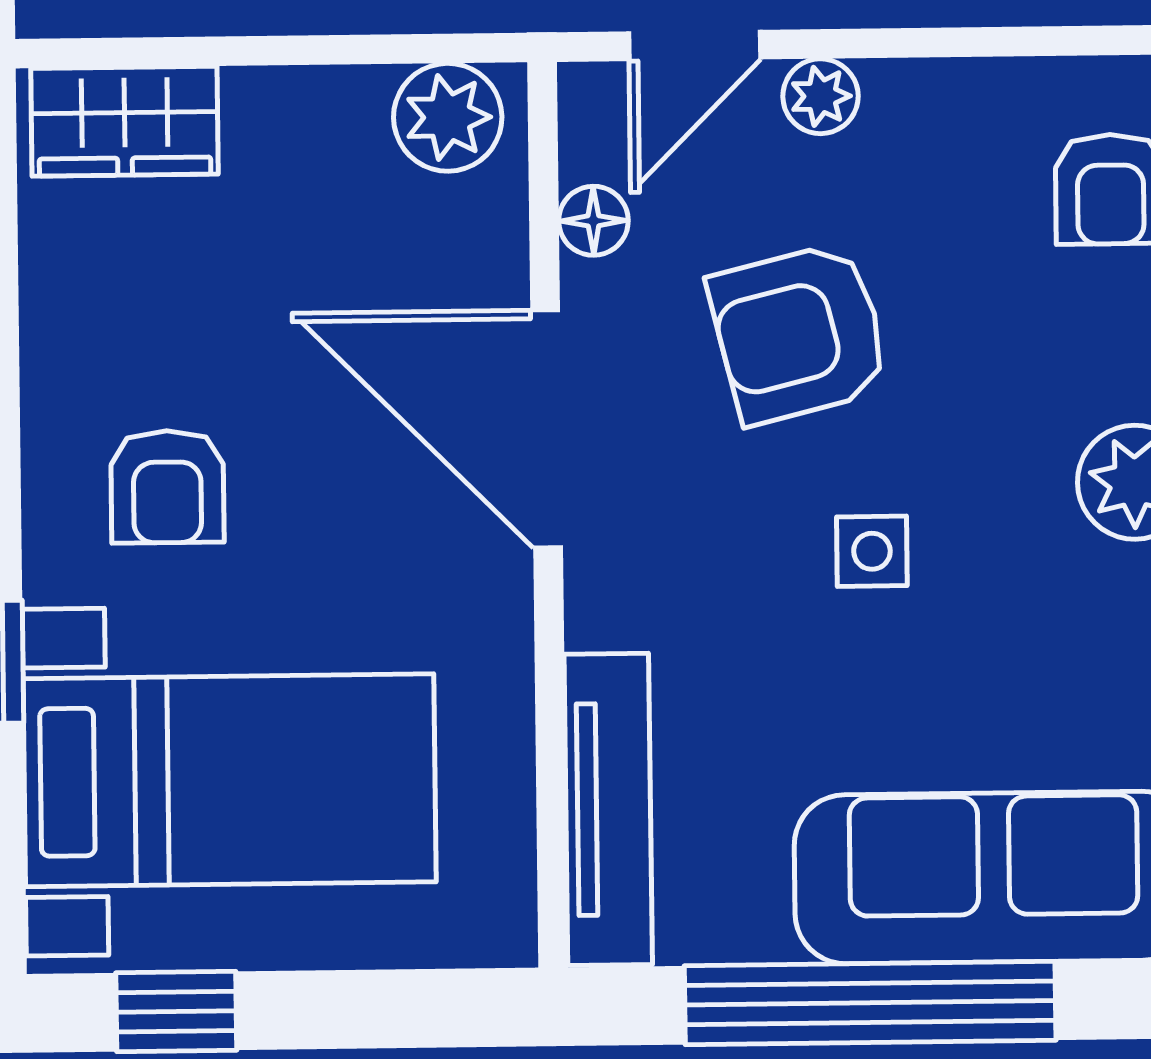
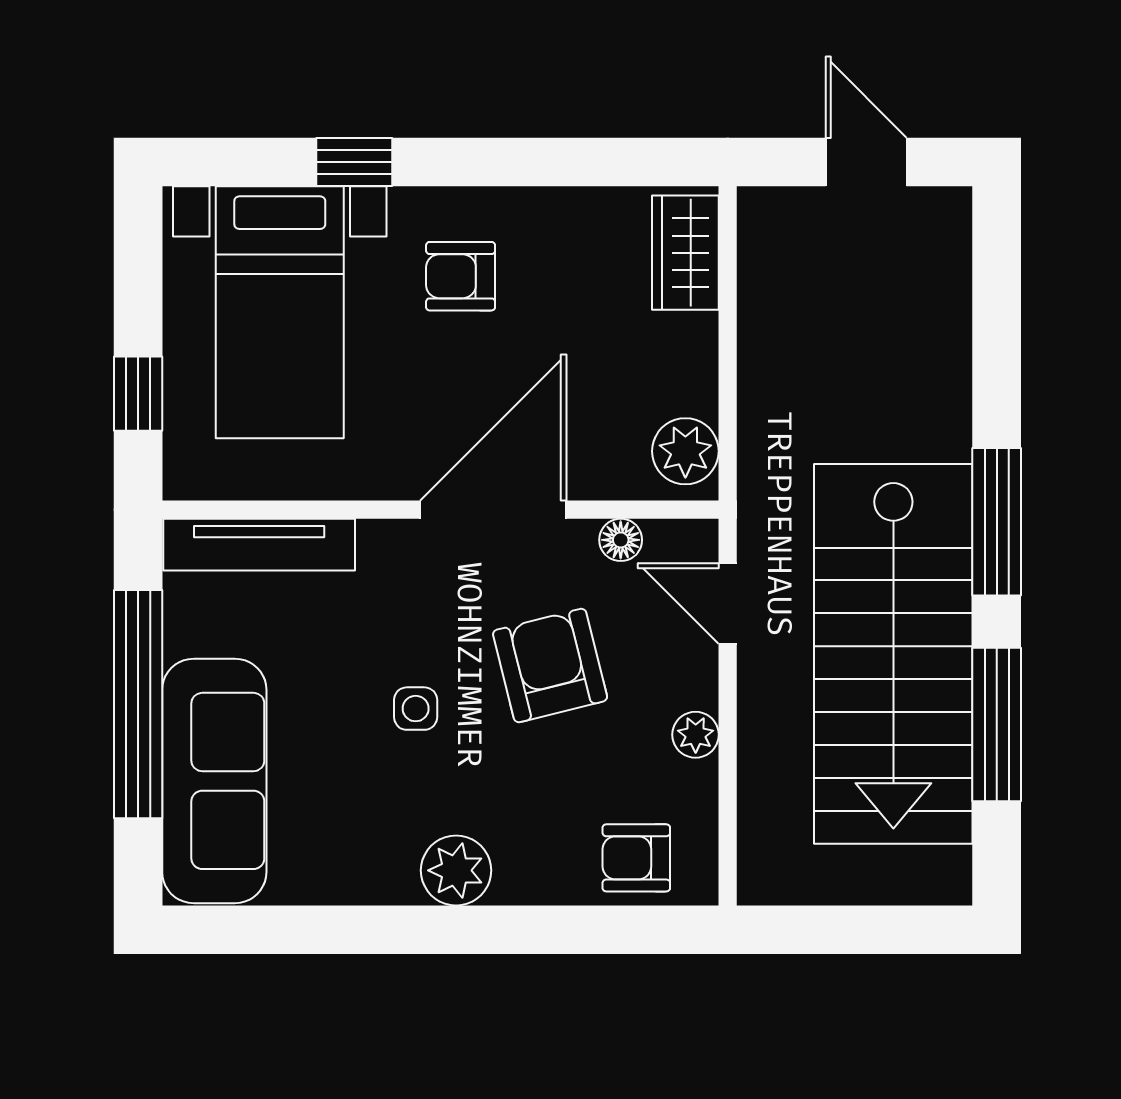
plant: (821, 96) -> (696, 735), moved
window: (176, 1011) -> (138, 394), moved

